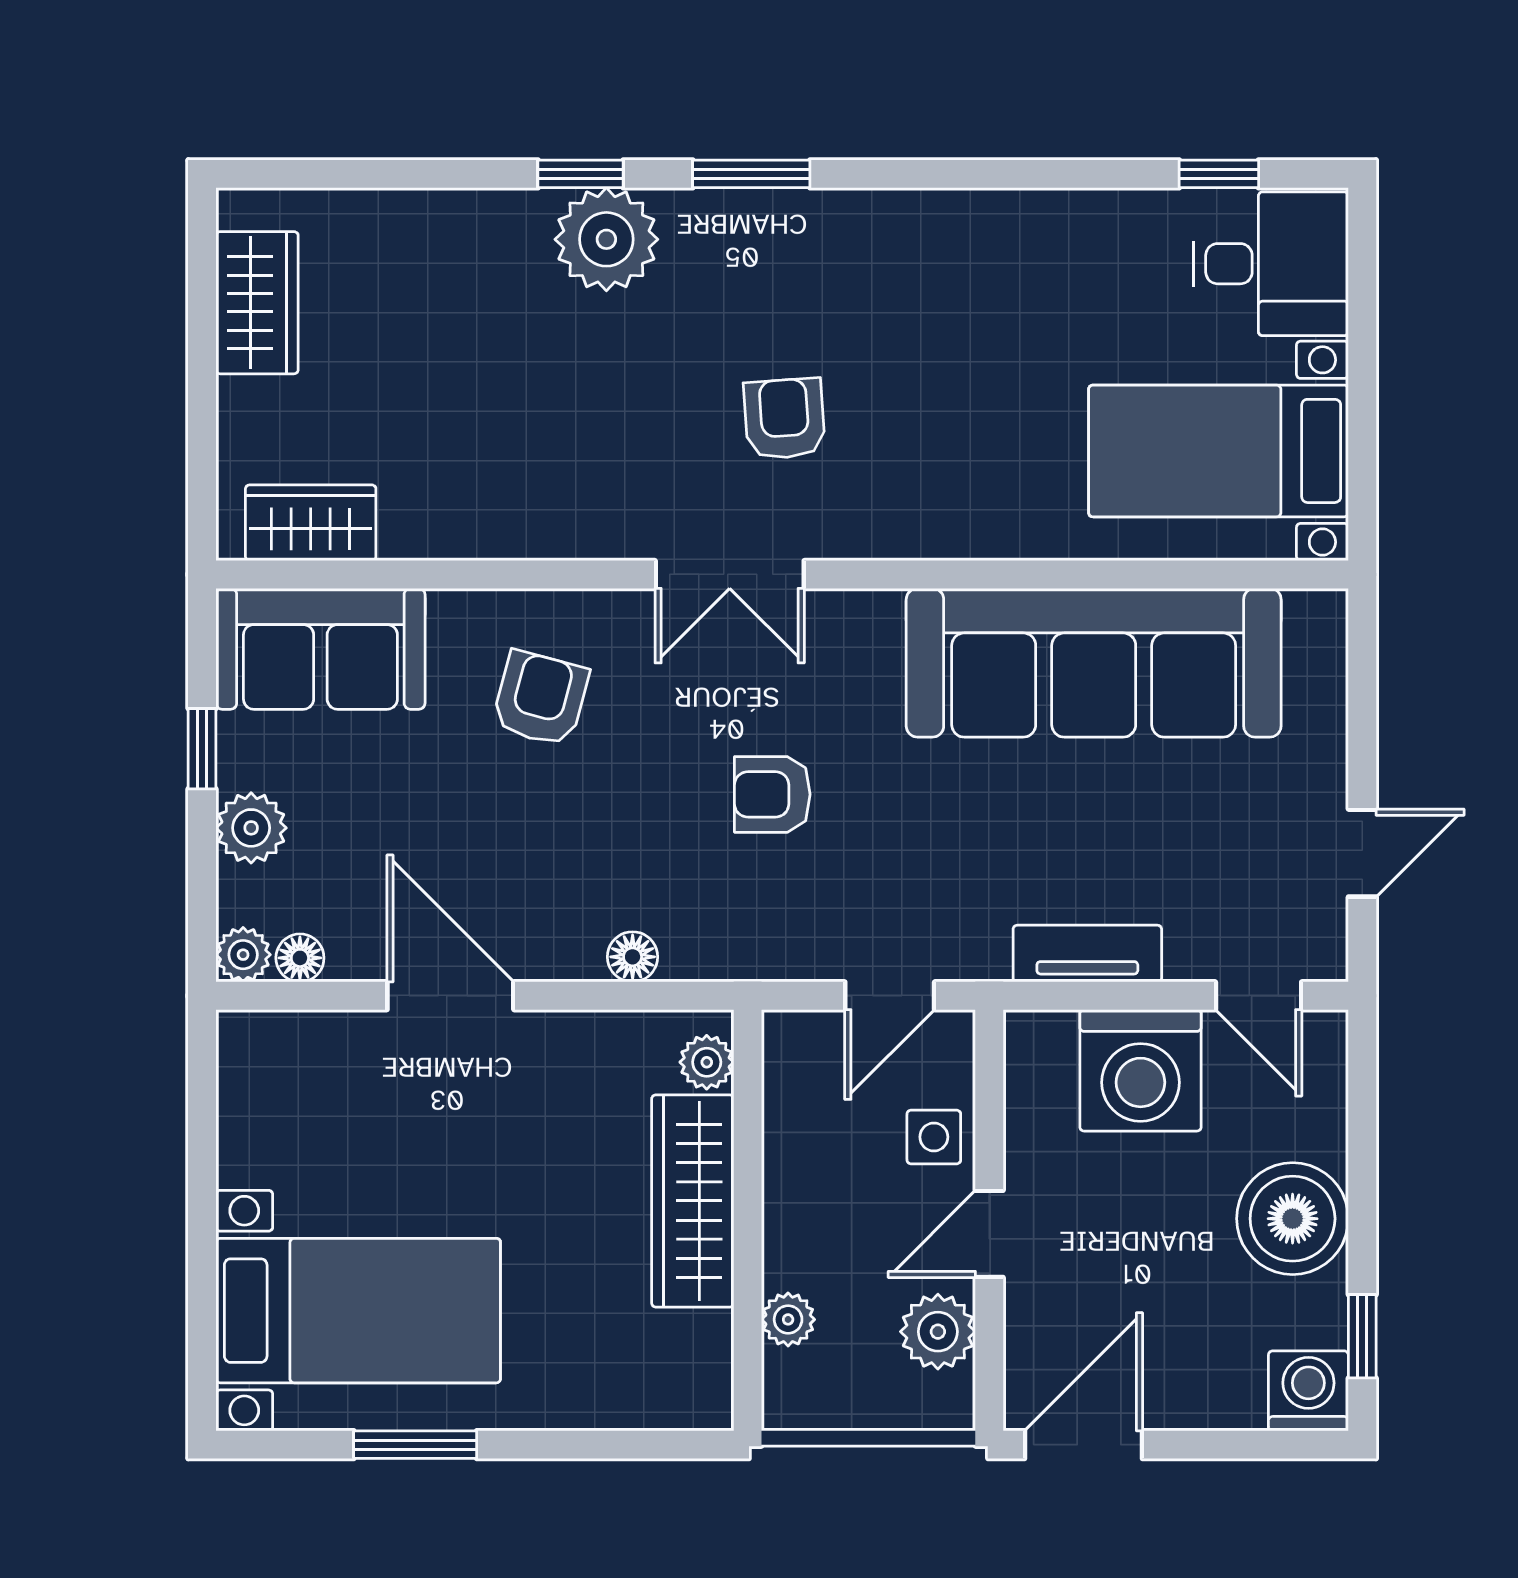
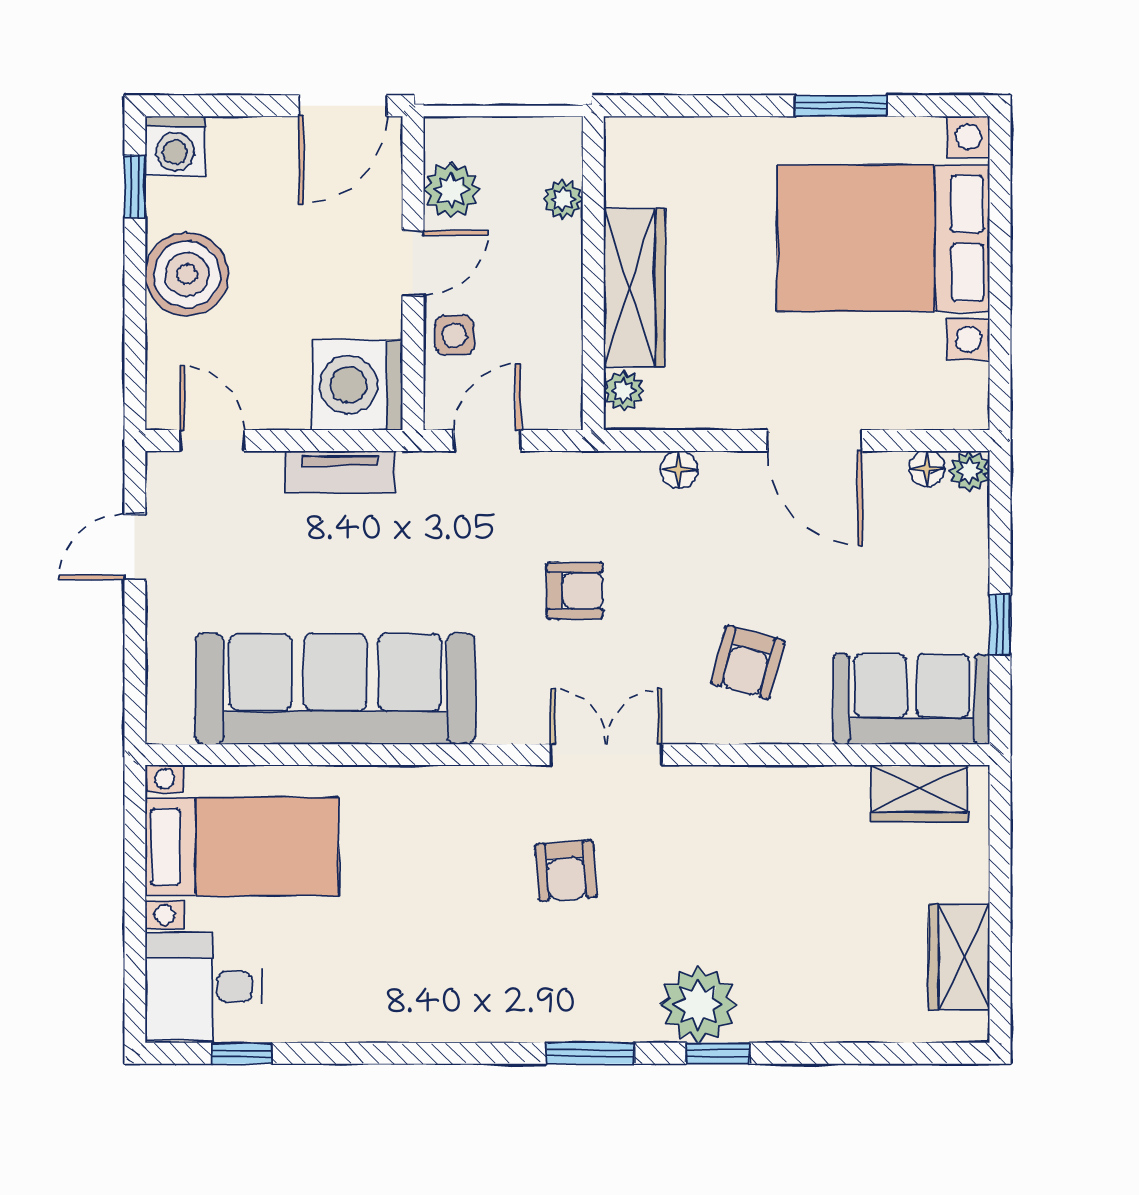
plant: (251, 828) -> (963, 566), removed
washing machine: (1140, 1070) -> (357, 385), moved, turned -90
bed with nightstands: (358, 1311) -> (884, 238), width x1.36

